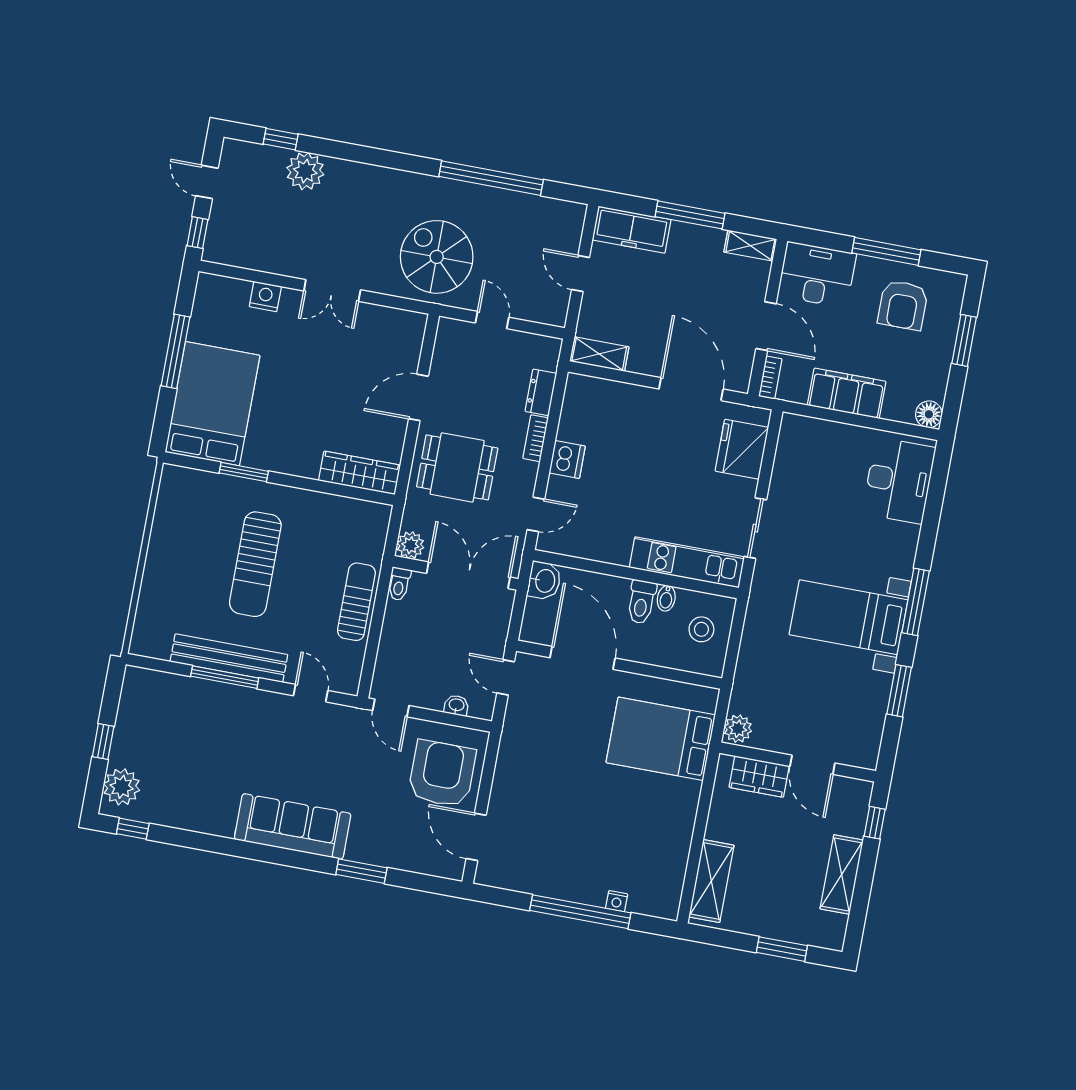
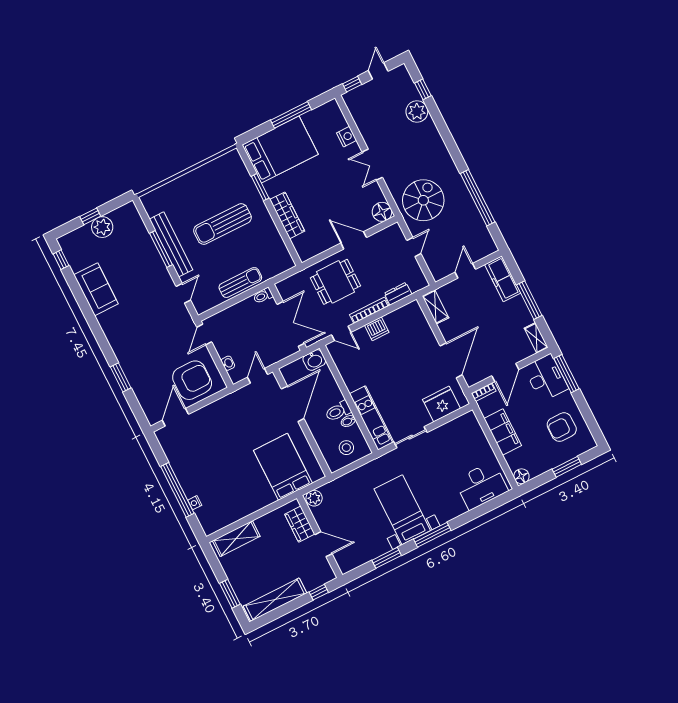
window: (886, 251) -> (566, 374), moved
floor lamp: (409, 327) -> (382, 212), added
bookcase: (536, 438) -> (369, 310), width x1.56
dining table: (457, 467) -> (335, 282), turned 90
wardrobe: (359, 473) -> (287, 215), moved
plant: (410, 545) -> (284, 287), removed
door: (812, 765) -> (323, 544), swing flipped
plant: (122, 787) -> (102, 227), moved
sofa: (293, 826) -> (96, 289), moved, width x0.73
shelving: (842, 874) -> (275, 600), width x1.47

